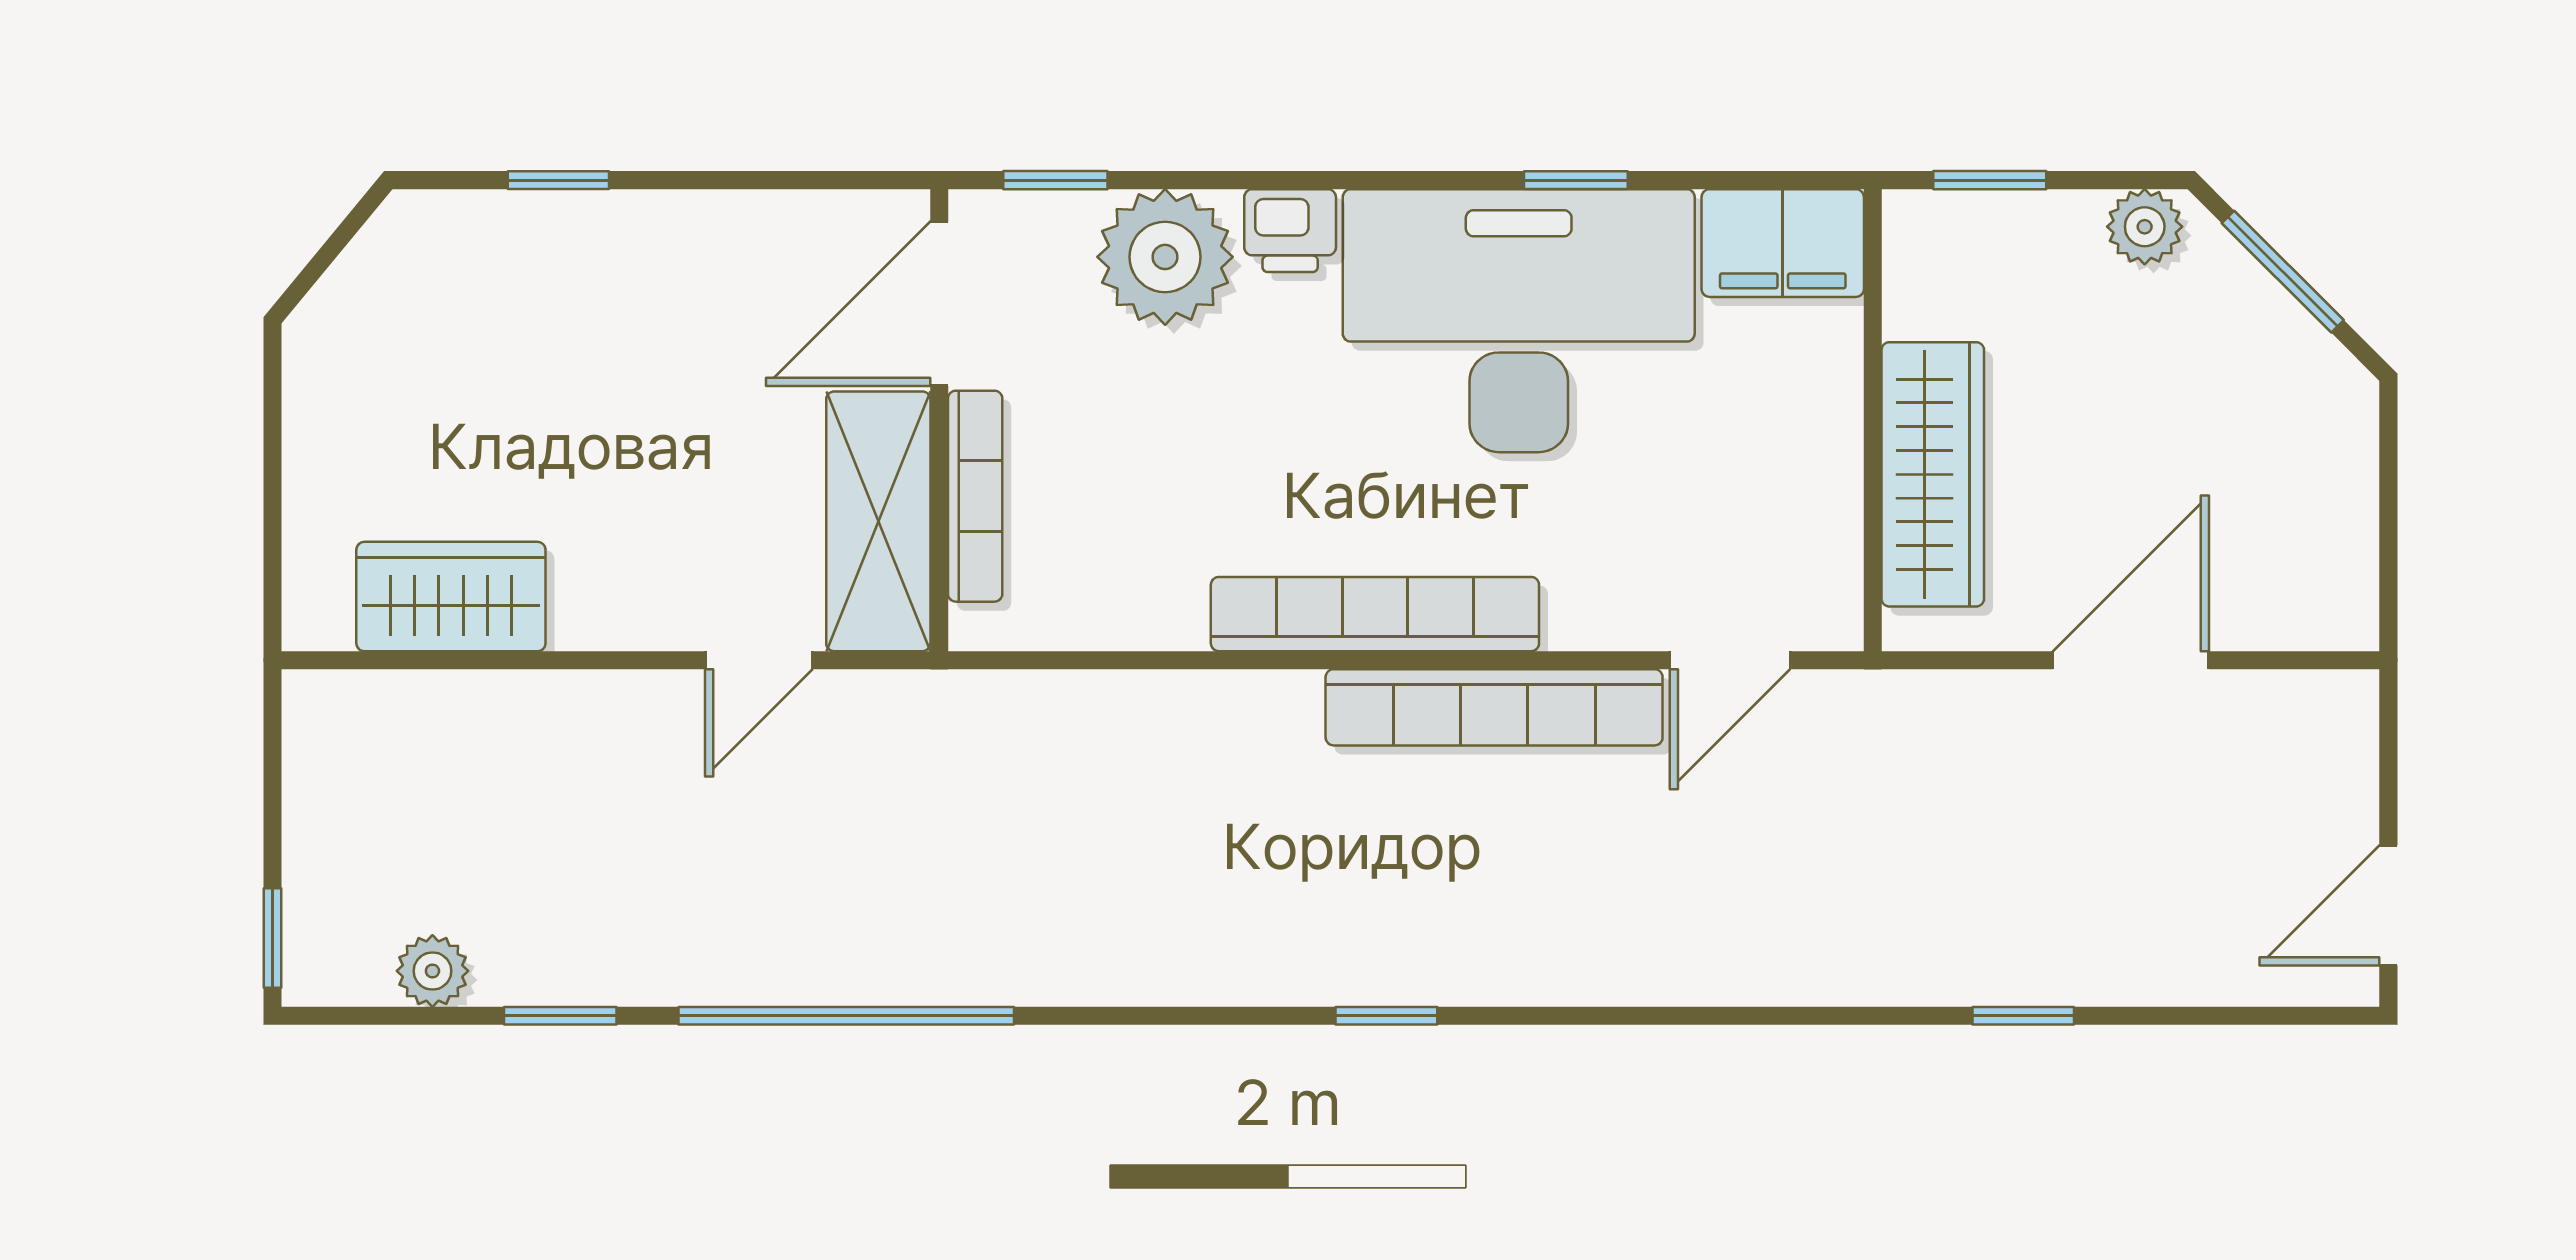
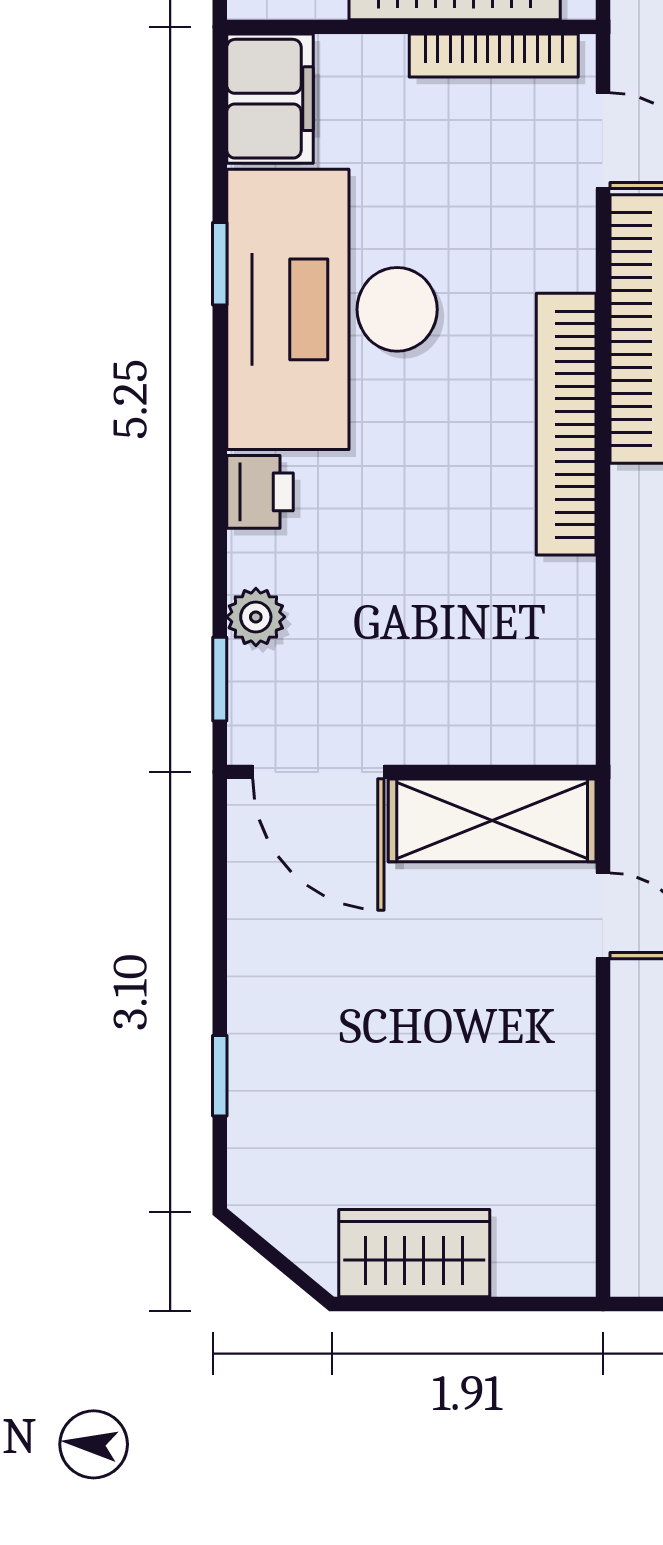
plant: (1165, 257) -> (256, 617), width x0.53, depth x0.53
bookcase: (975, 496) -> (494, 56), moved, turned 180
wardrobe: (451, 597) -> (414, 1253), moved, turned 90

